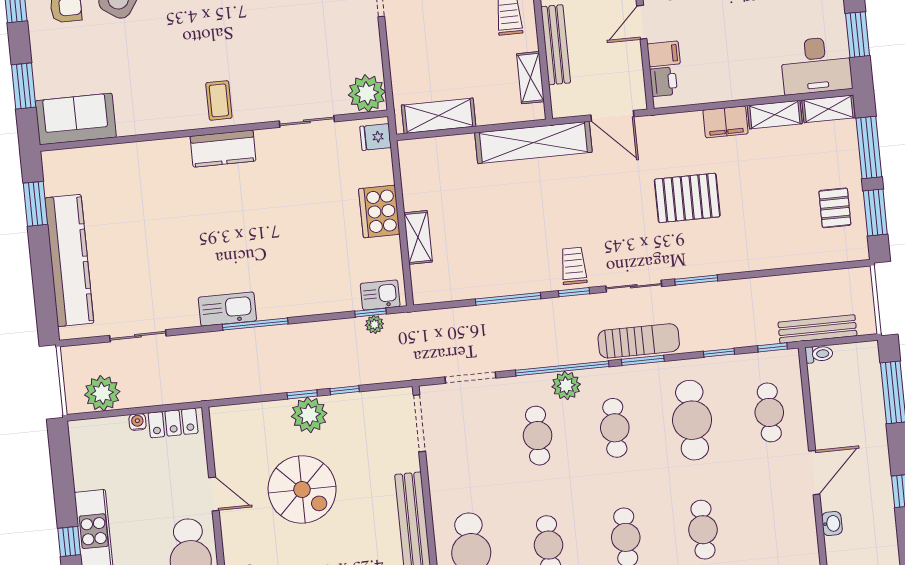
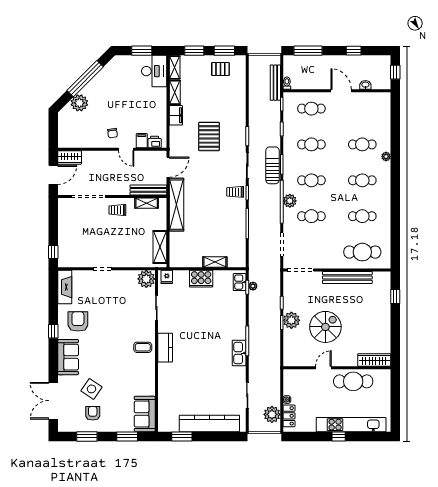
bench: (556, 45) -> (148, 190), moved
window: (869, 148) -> (194, 51), width x0.69
cafe table: (692, 420) -> (311, 144), width x0.73, depth x0.74
locker: (173, 423) -> (289, 416), moved

